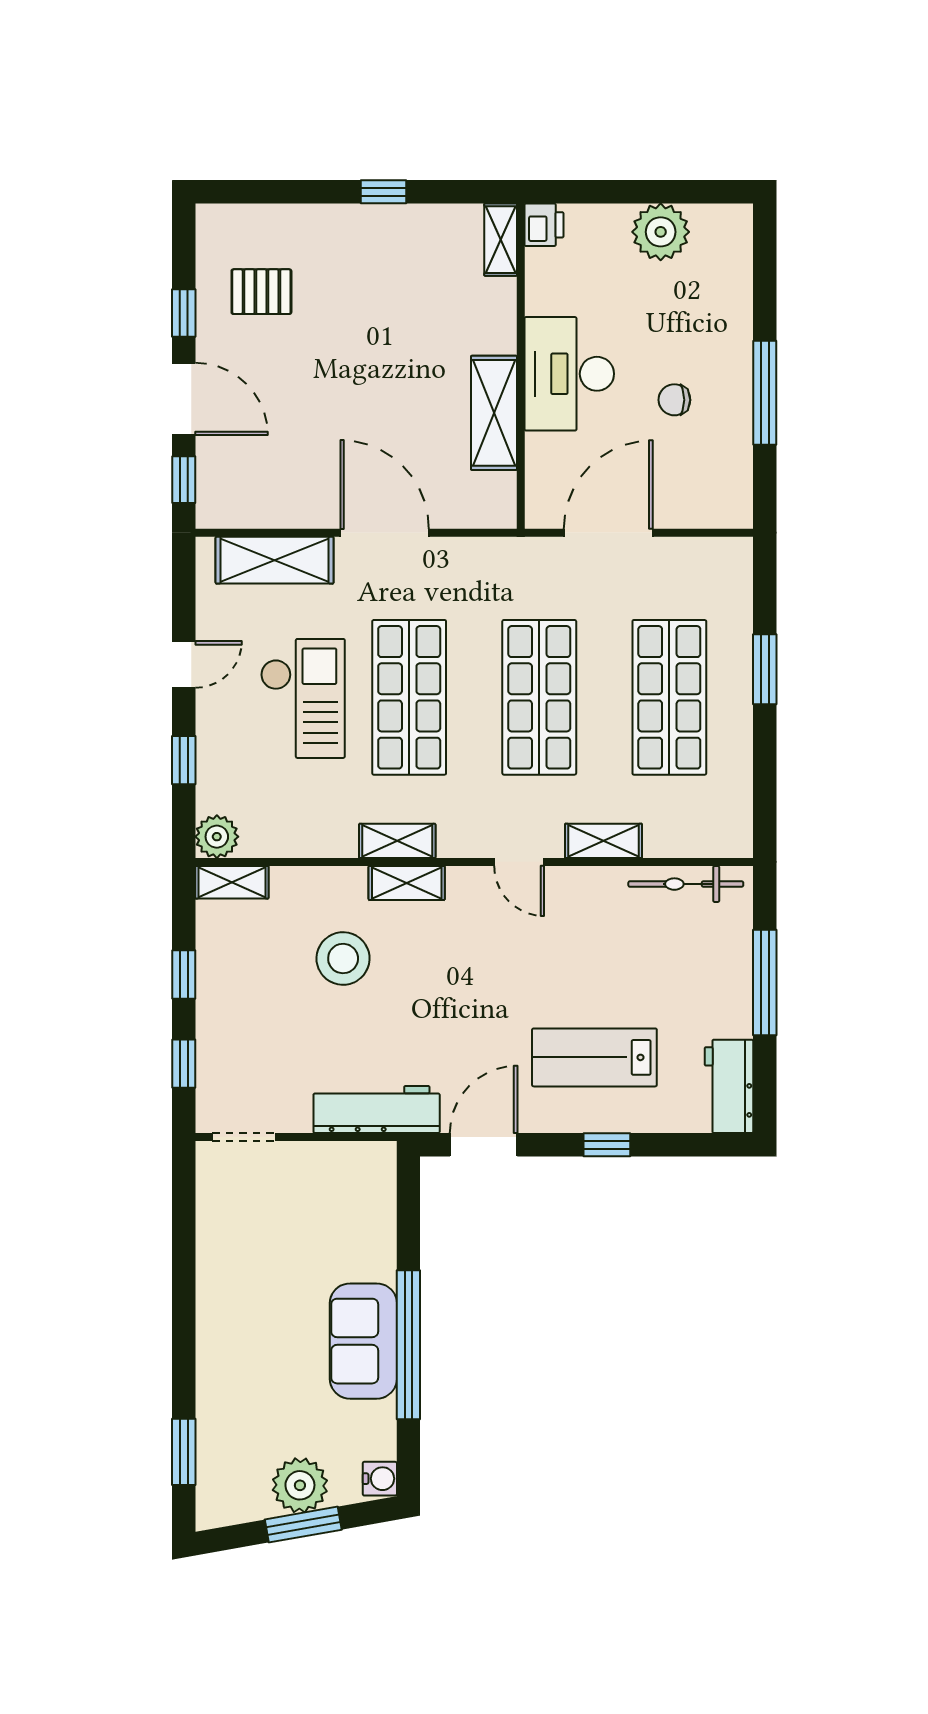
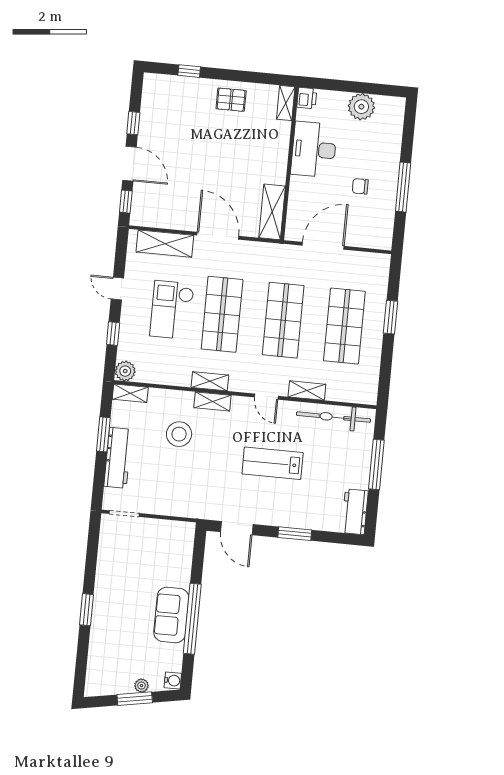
window: (383, 192) -> (189, 71), moved
pallet: (261, 292) -> (231, 100), moved
desk: (569, 374) -> (314, 149), moved
shelving: (494, 413) -> (272, 212), moved
door: (184, 664) -> (117, 289), swing flipped
checkout: (303, 698) -> (172, 310), turned 180
bicycle: (686, 884) -> (333, 417), width x1.37, depth x1.40
window: (184, 974) -> (103, 434), width x1.50
lab bench: (594, 1057) -> (273, 463), moved
window: (184, 1064) -> (99, 476), removed
workbench: (377, 1109) -> (118, 458), moved, turned 90
door: (484, 1145) -> (237, 528), swing flipped
window: (607, 1145) -> (295, 534), width x1.50
window: (184, 1452) -> (87, 610), moved
plant: (300, 1485) -> (141, 686), width x0.53, depth x0.53

